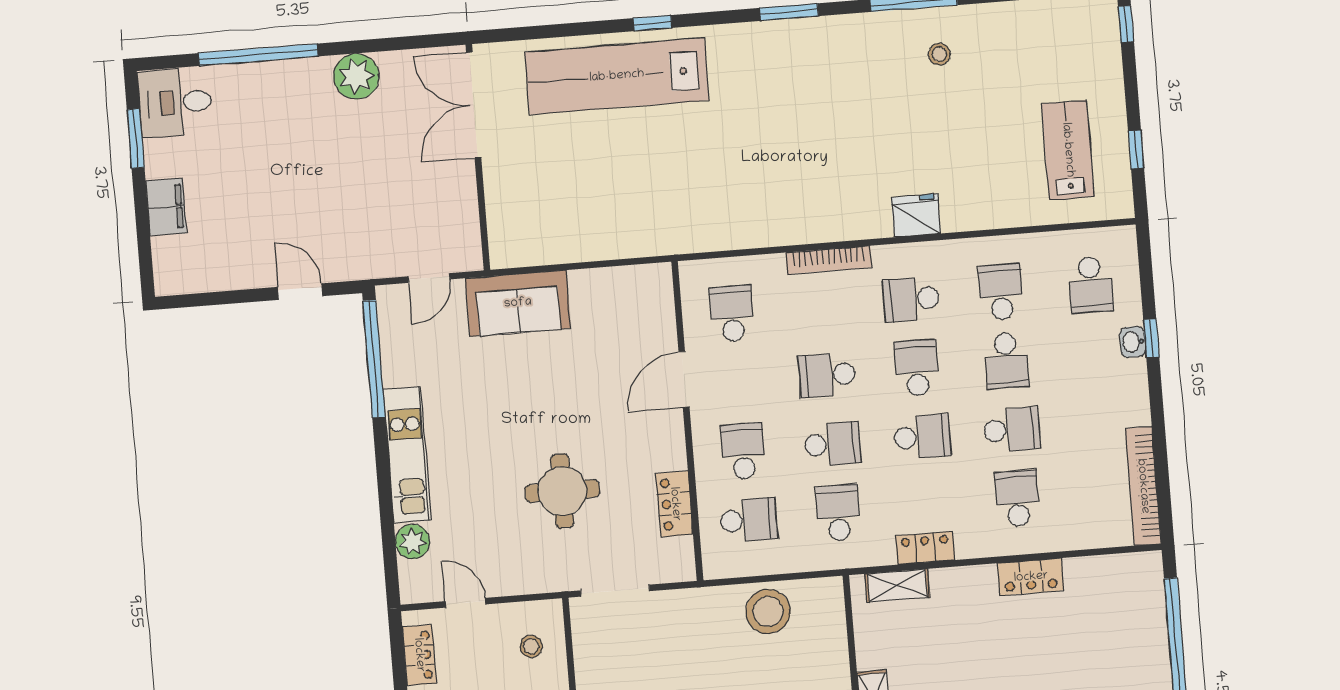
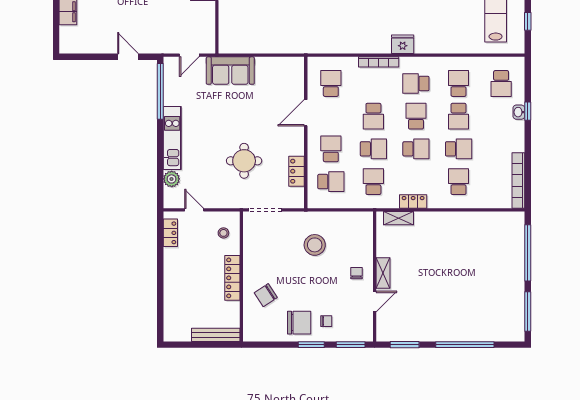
fridge: (916, 215) -> (403, 44), moved
school desk: (827, 375) -> (373, 116), turned -90
locker: (1031, 577) -> (462, 219), removed
stool: (768, 611) -> (315, 245), moved

